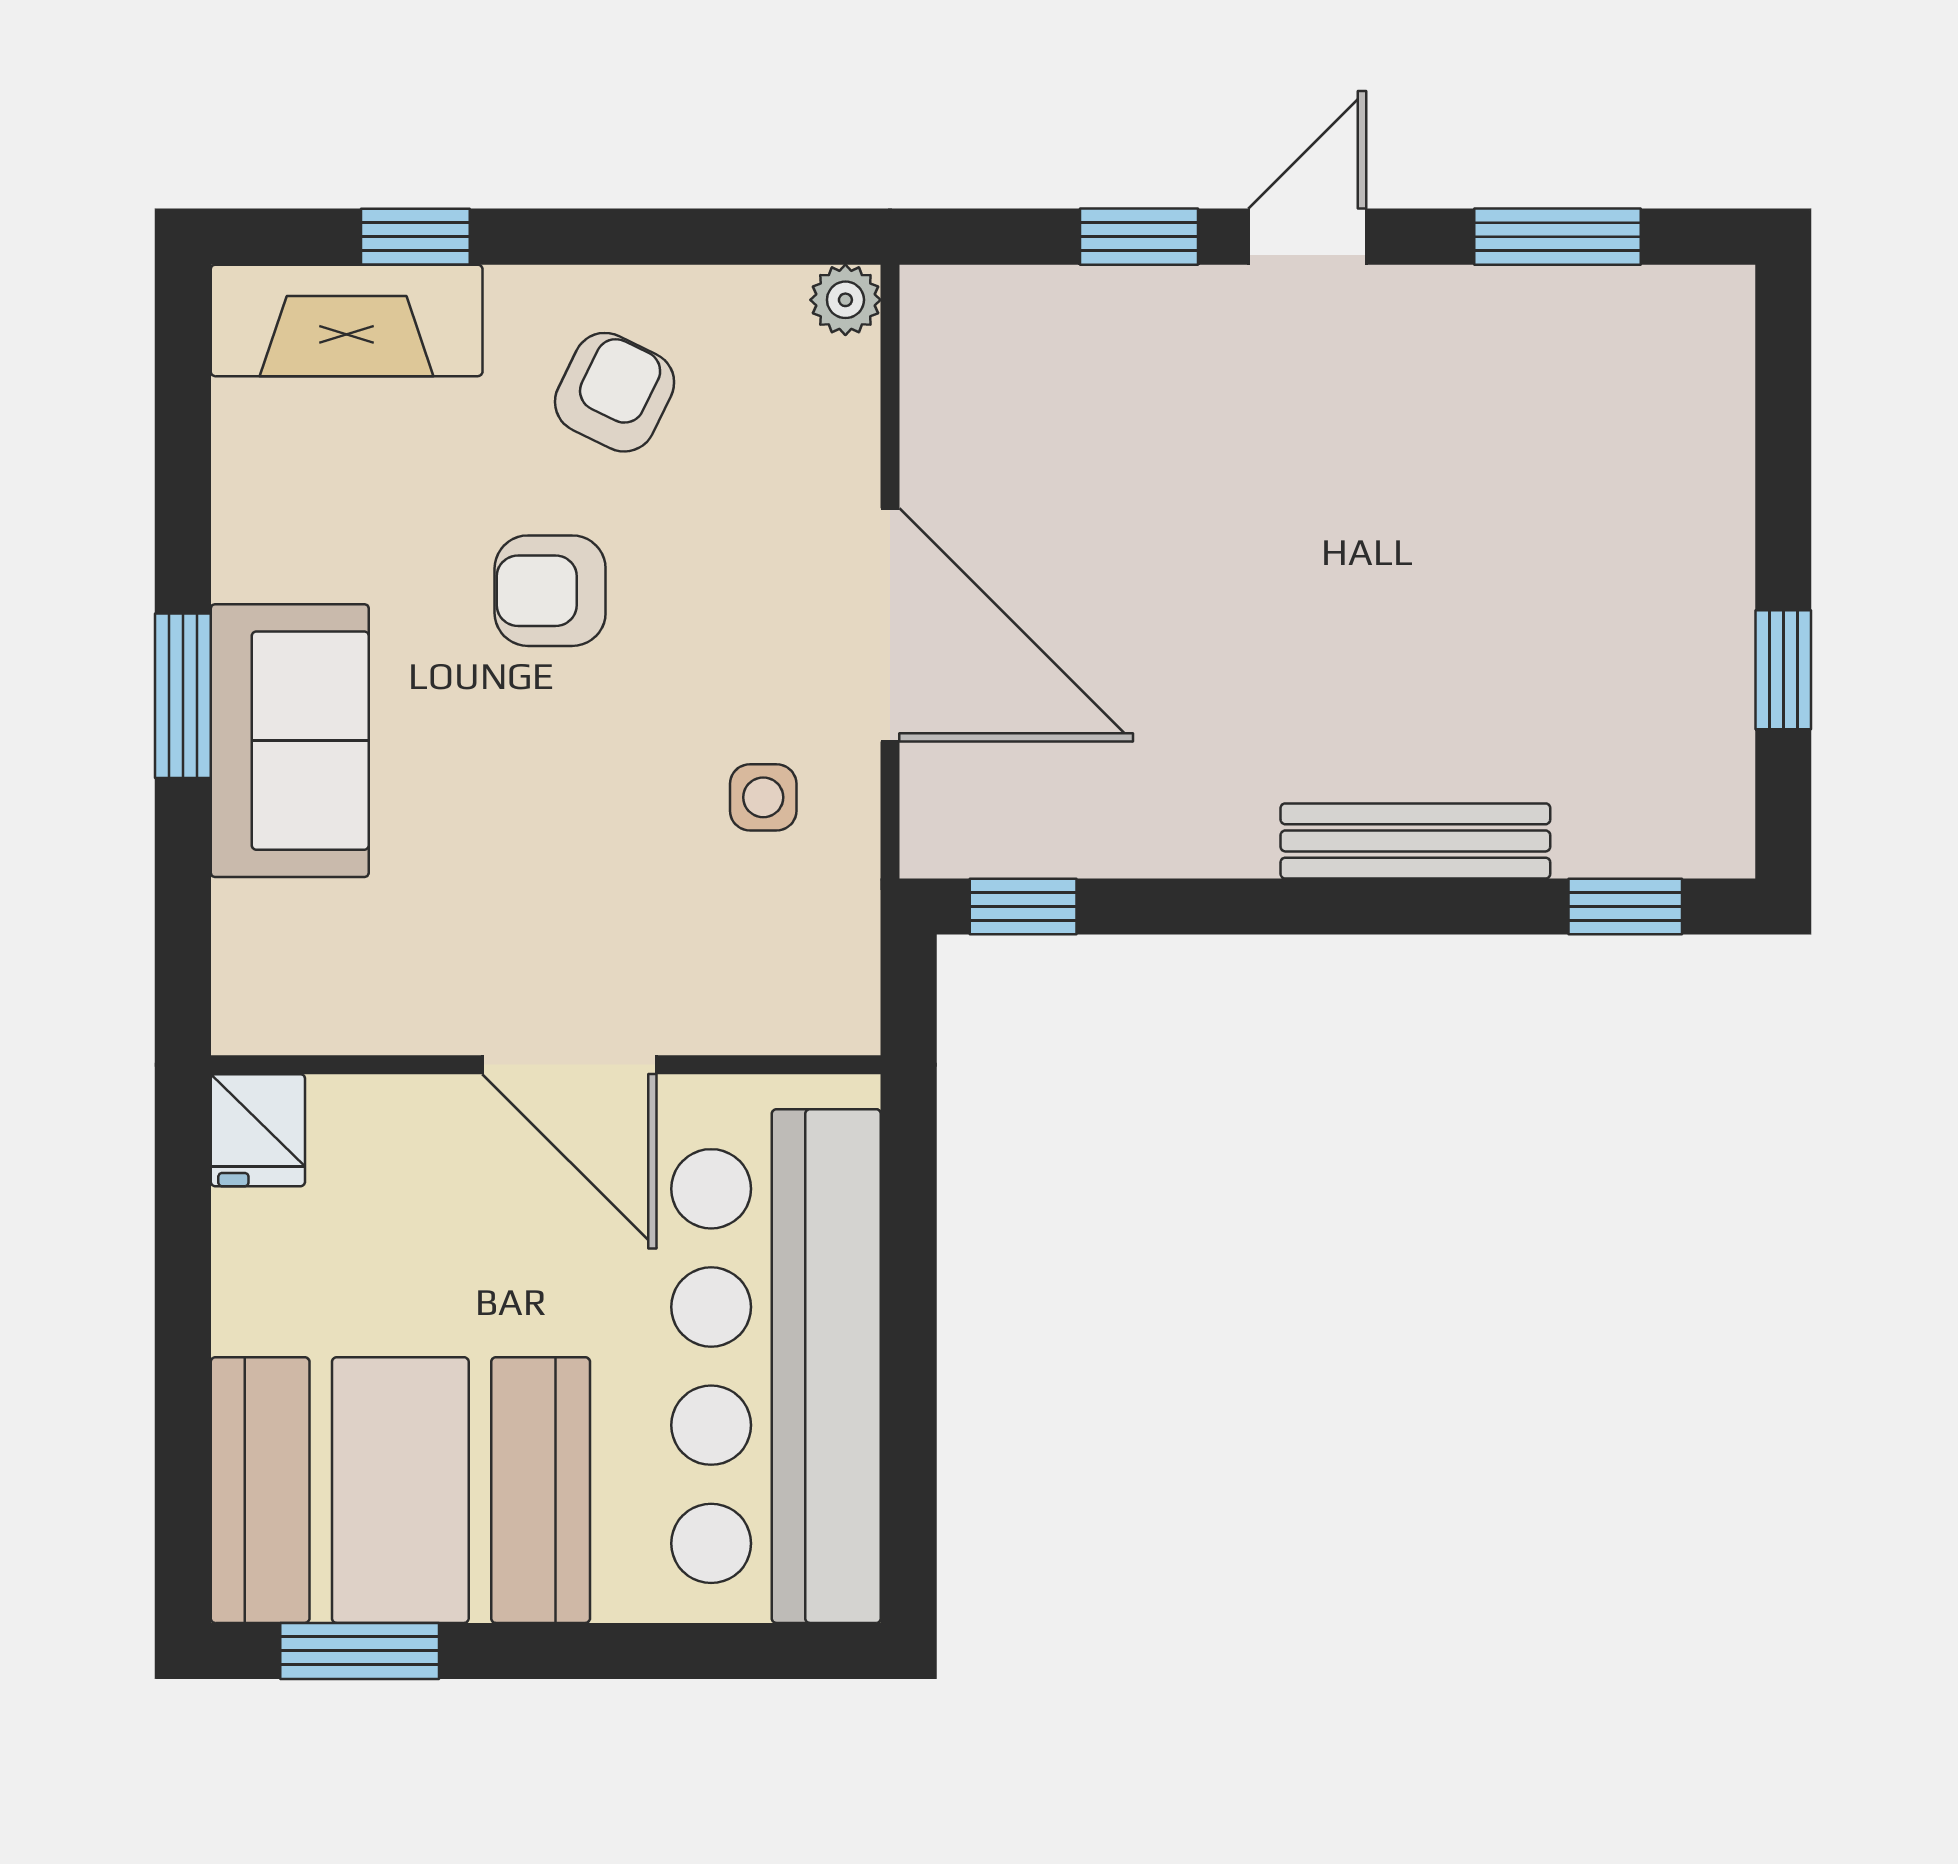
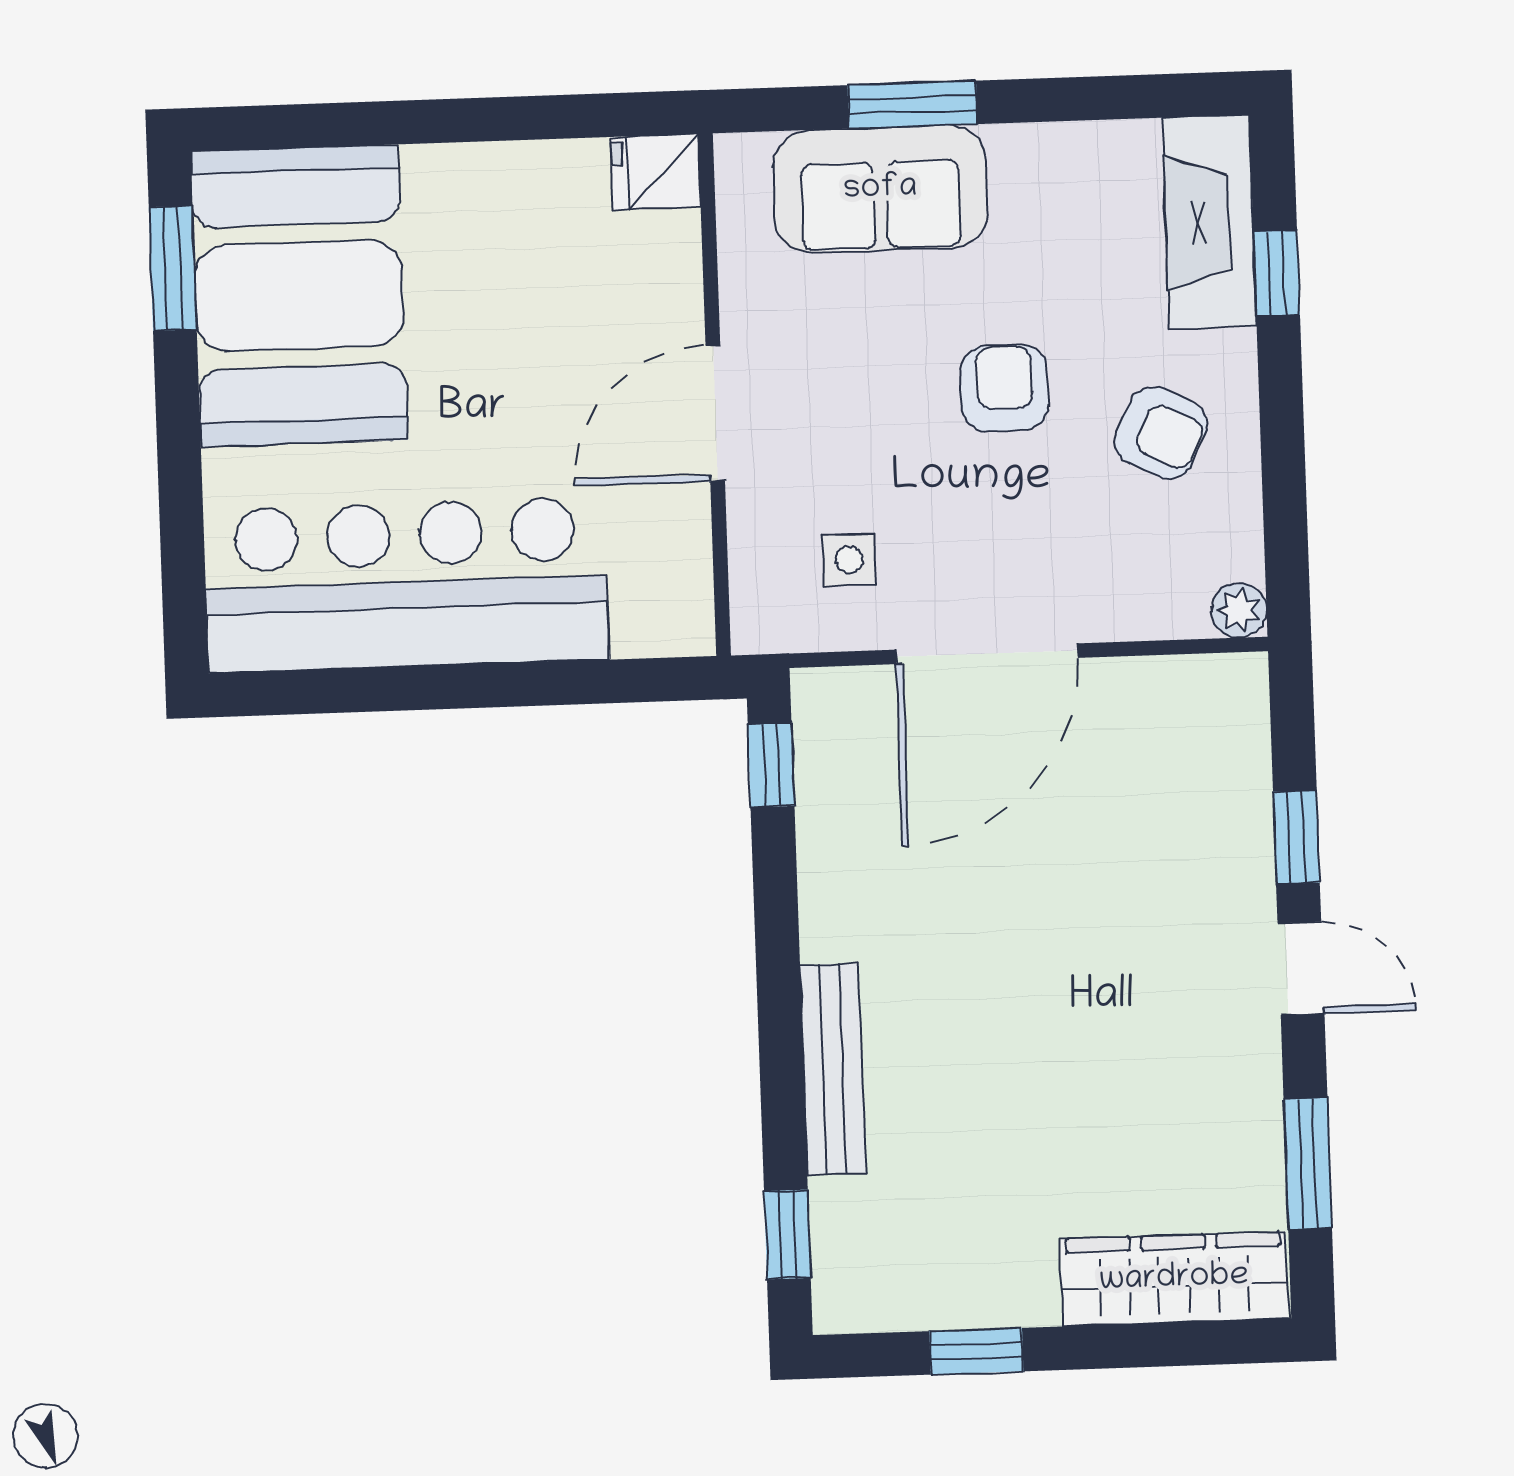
wardrobe: (1699, 413) -> (1174, 1279), added
wall: (546, 1065) -> (715, 395), moved
door: (569, 1065) -> (715, 413), moved
fridge: (258, 1130) -> (656, 172), moved

